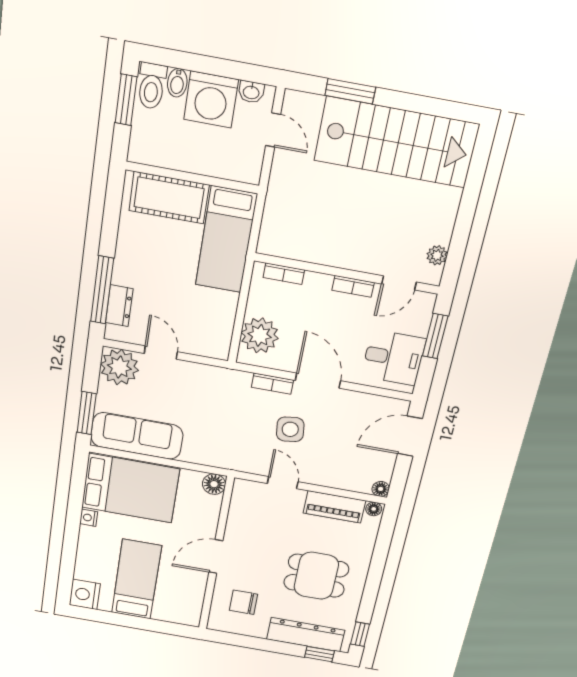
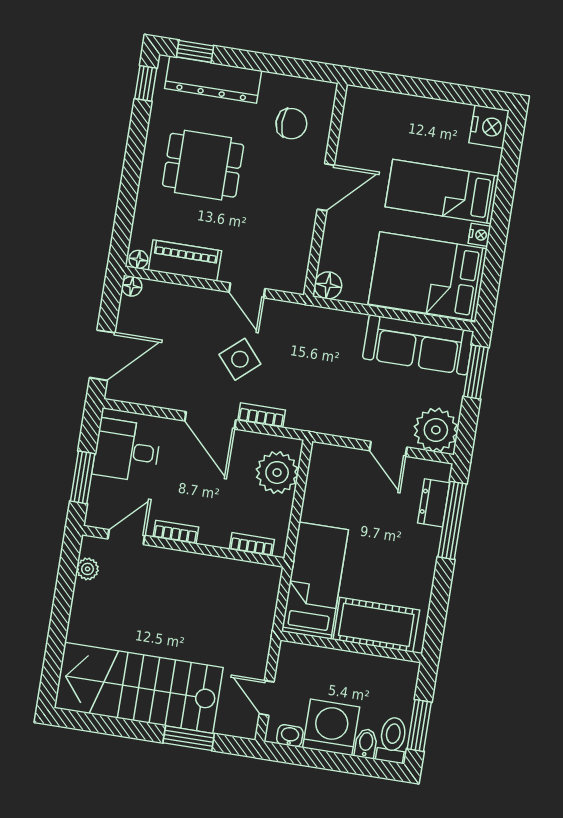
side table: (290, 429) -> (240, 359), turned -34
bed: (136, 579) -> (442, 192), moved, turned 90

